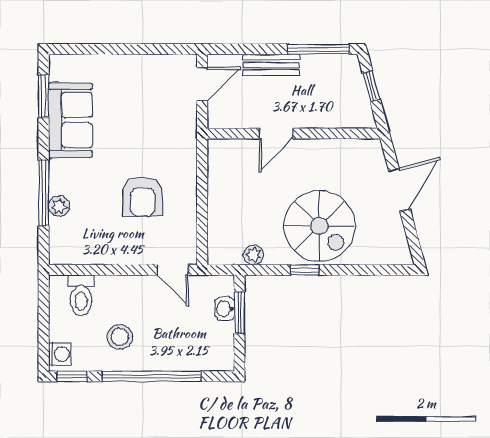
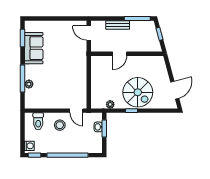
door: (202, 84) -> (89, 33), swing flipped
door: (399, 190) -> (175, 90), moved
armchair: (142, 197) -> (64, 80), removed
stool: (120, 337) -> (60, 125), moved

